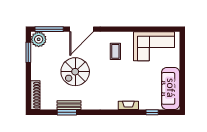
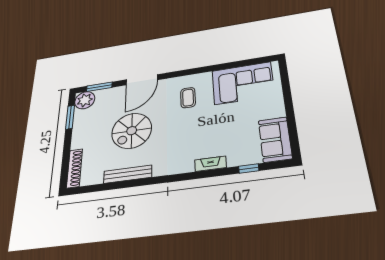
window: (49, 29) -> (99, 87), width x0.69
sofa: (171, 88) -> (275, 139), width x0.73
bench: (69, 105) -> (128, 174), width x1.36
window: (67, 112) -> (118, 185), removed

